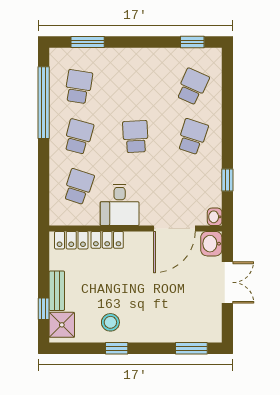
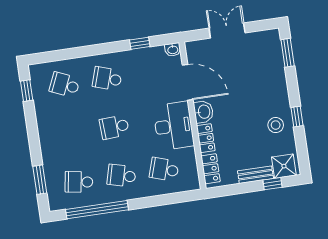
desk: (120, 205) -> (174, 126), width x1.37
washbasin: (211, 244) -> (204, 112), moved, turned -90

